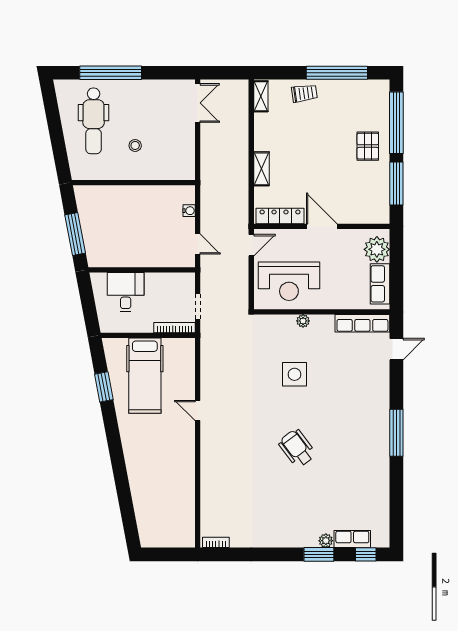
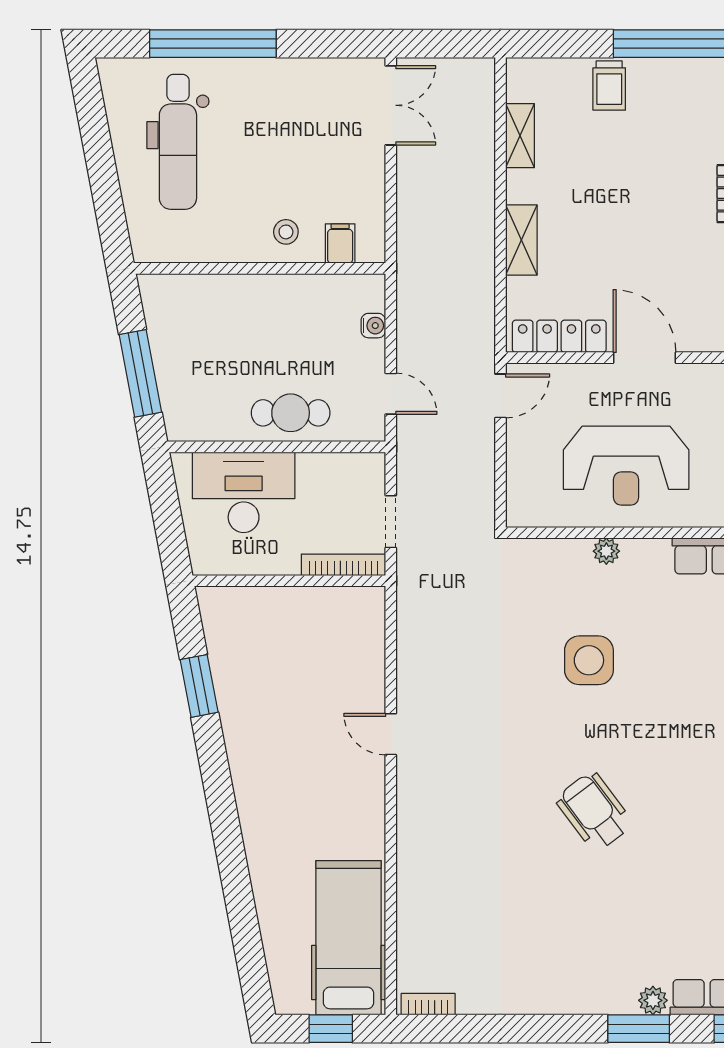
trolley: (304, 93) -> (609, 86), turned 98
shelving: (261, 96) -> (520, 136), moved
stool: (135, 145) -> (286, 232), moved
filing cabinet: (173, 171) -> (340, 244), added
cafe table: (149, 253) -> (291, 413), added
reception desk: (289, 281) -> (626, 466), moved
desk: (126, 292) -> (244, 492), width x1.37
hospital bed: (145, 376) -> (349, 938), moved, turned 180
window: (168, 554) -> (331, 1029), added

